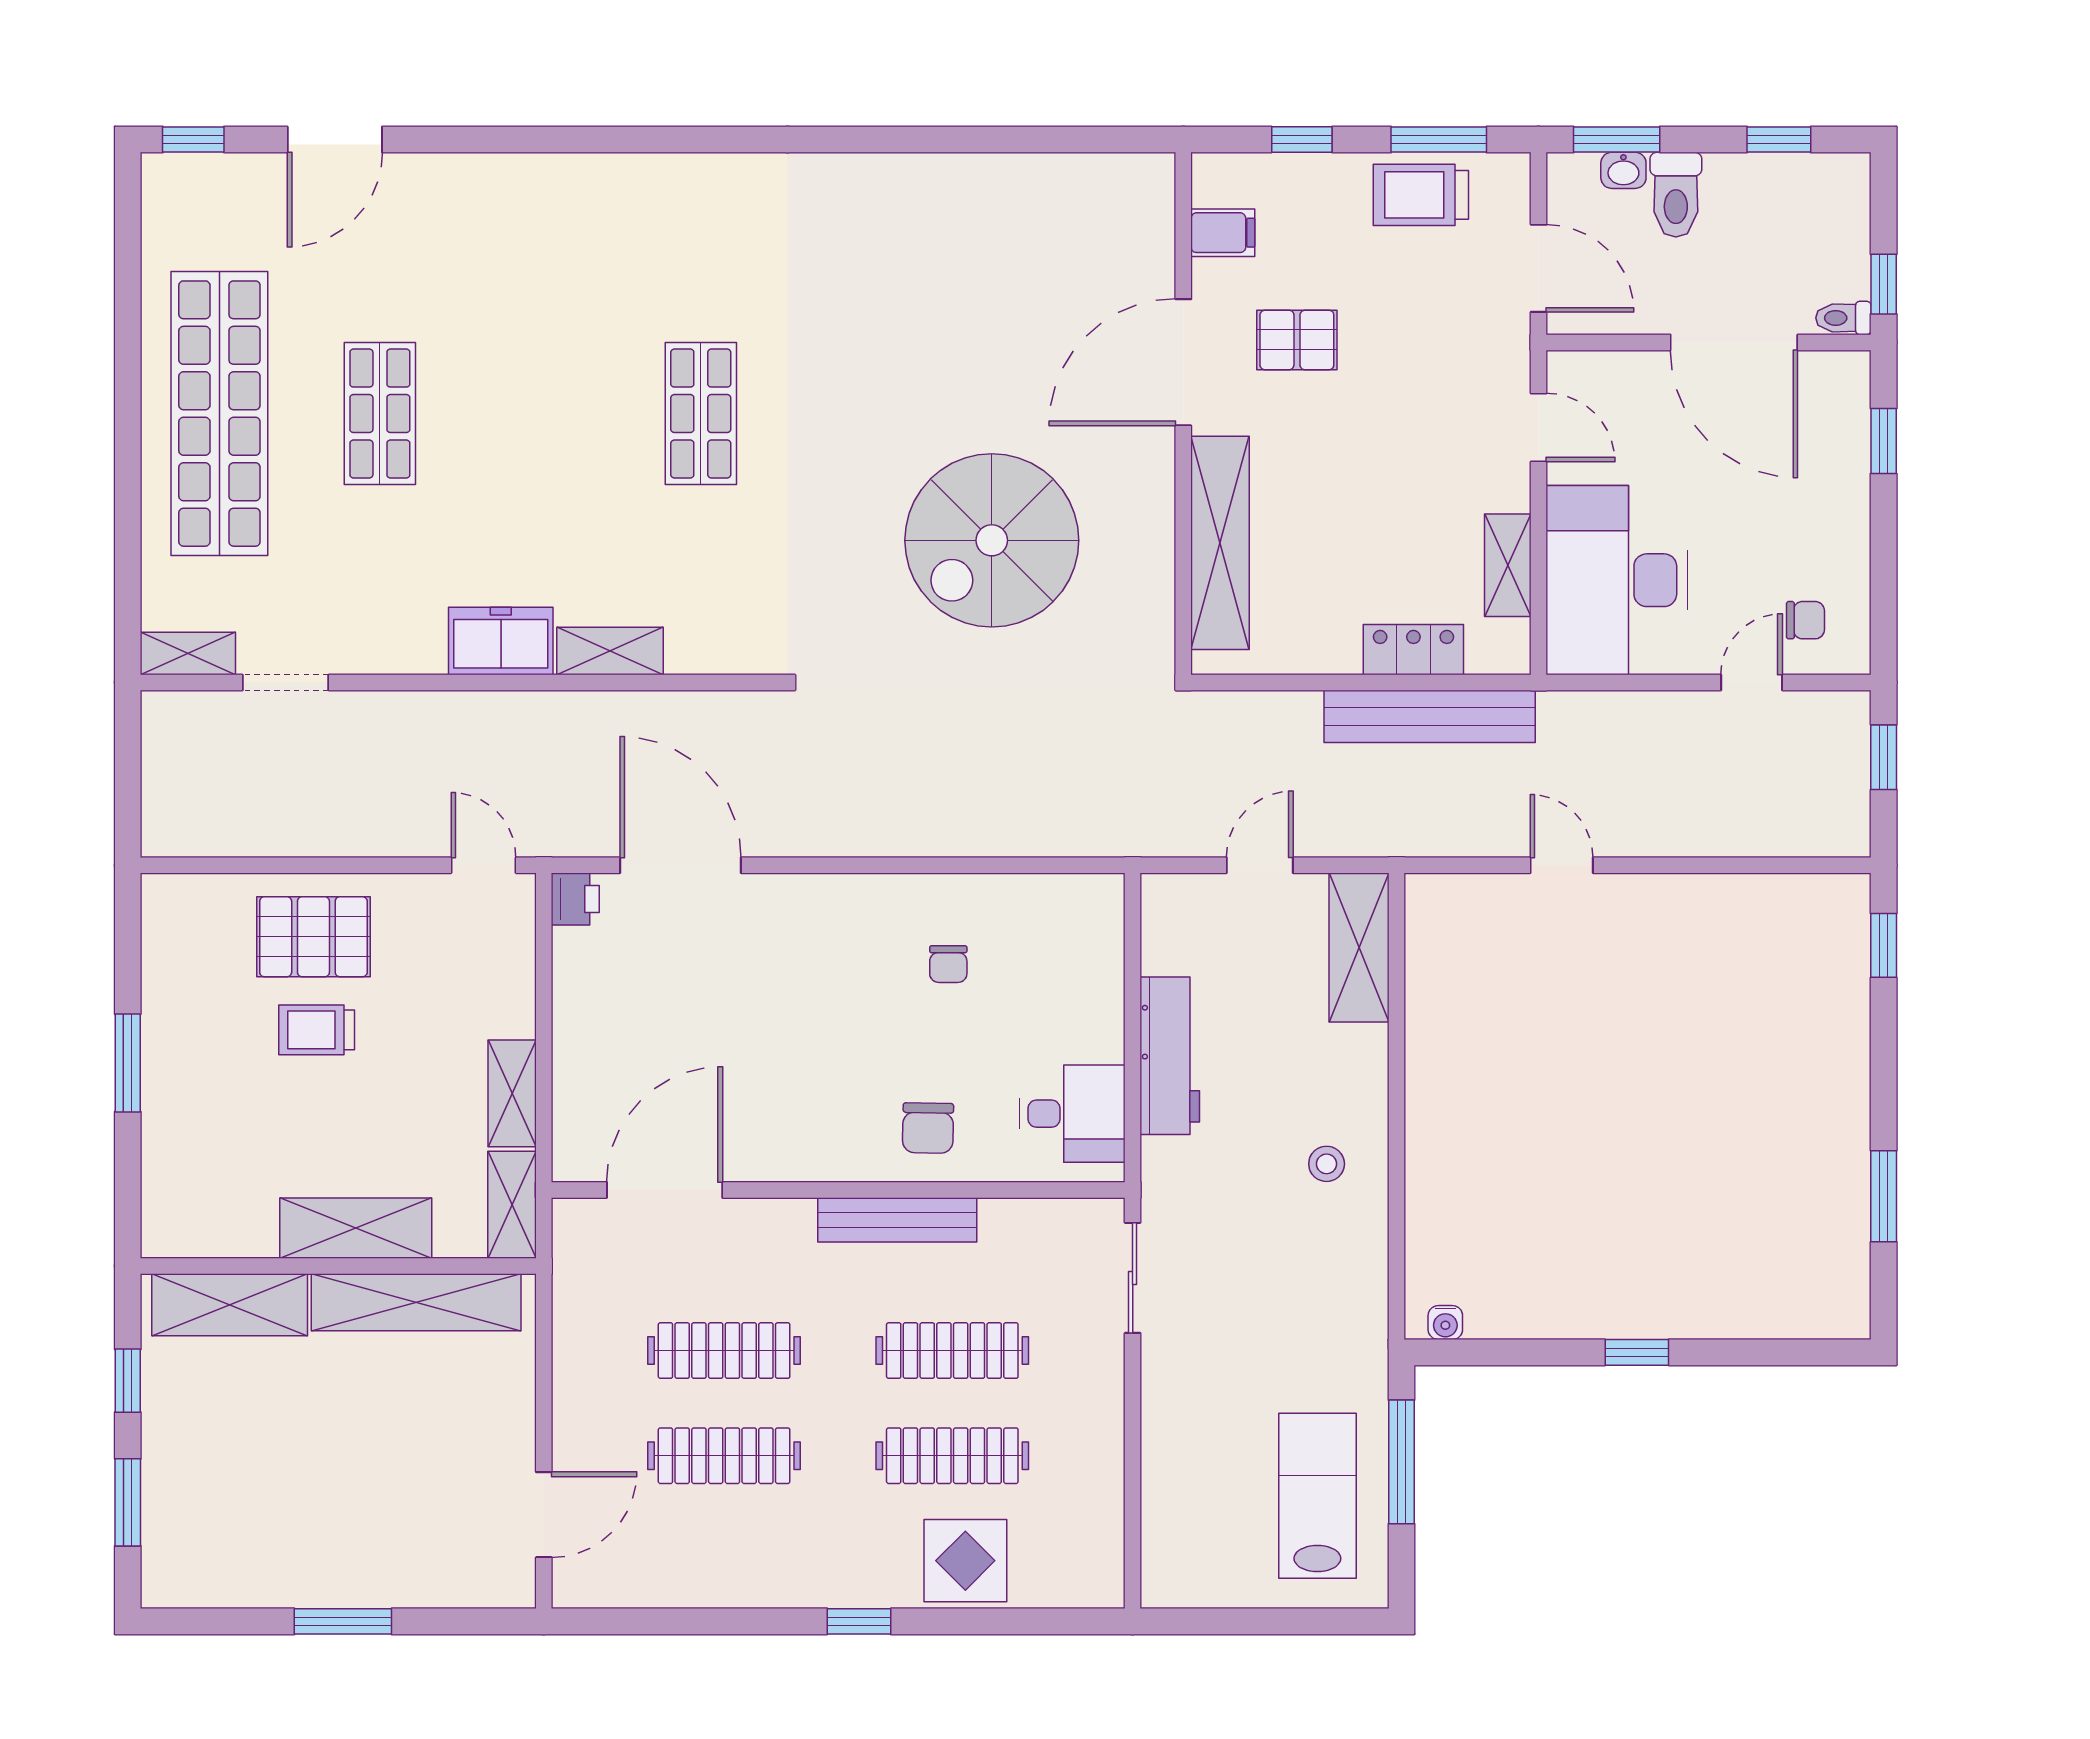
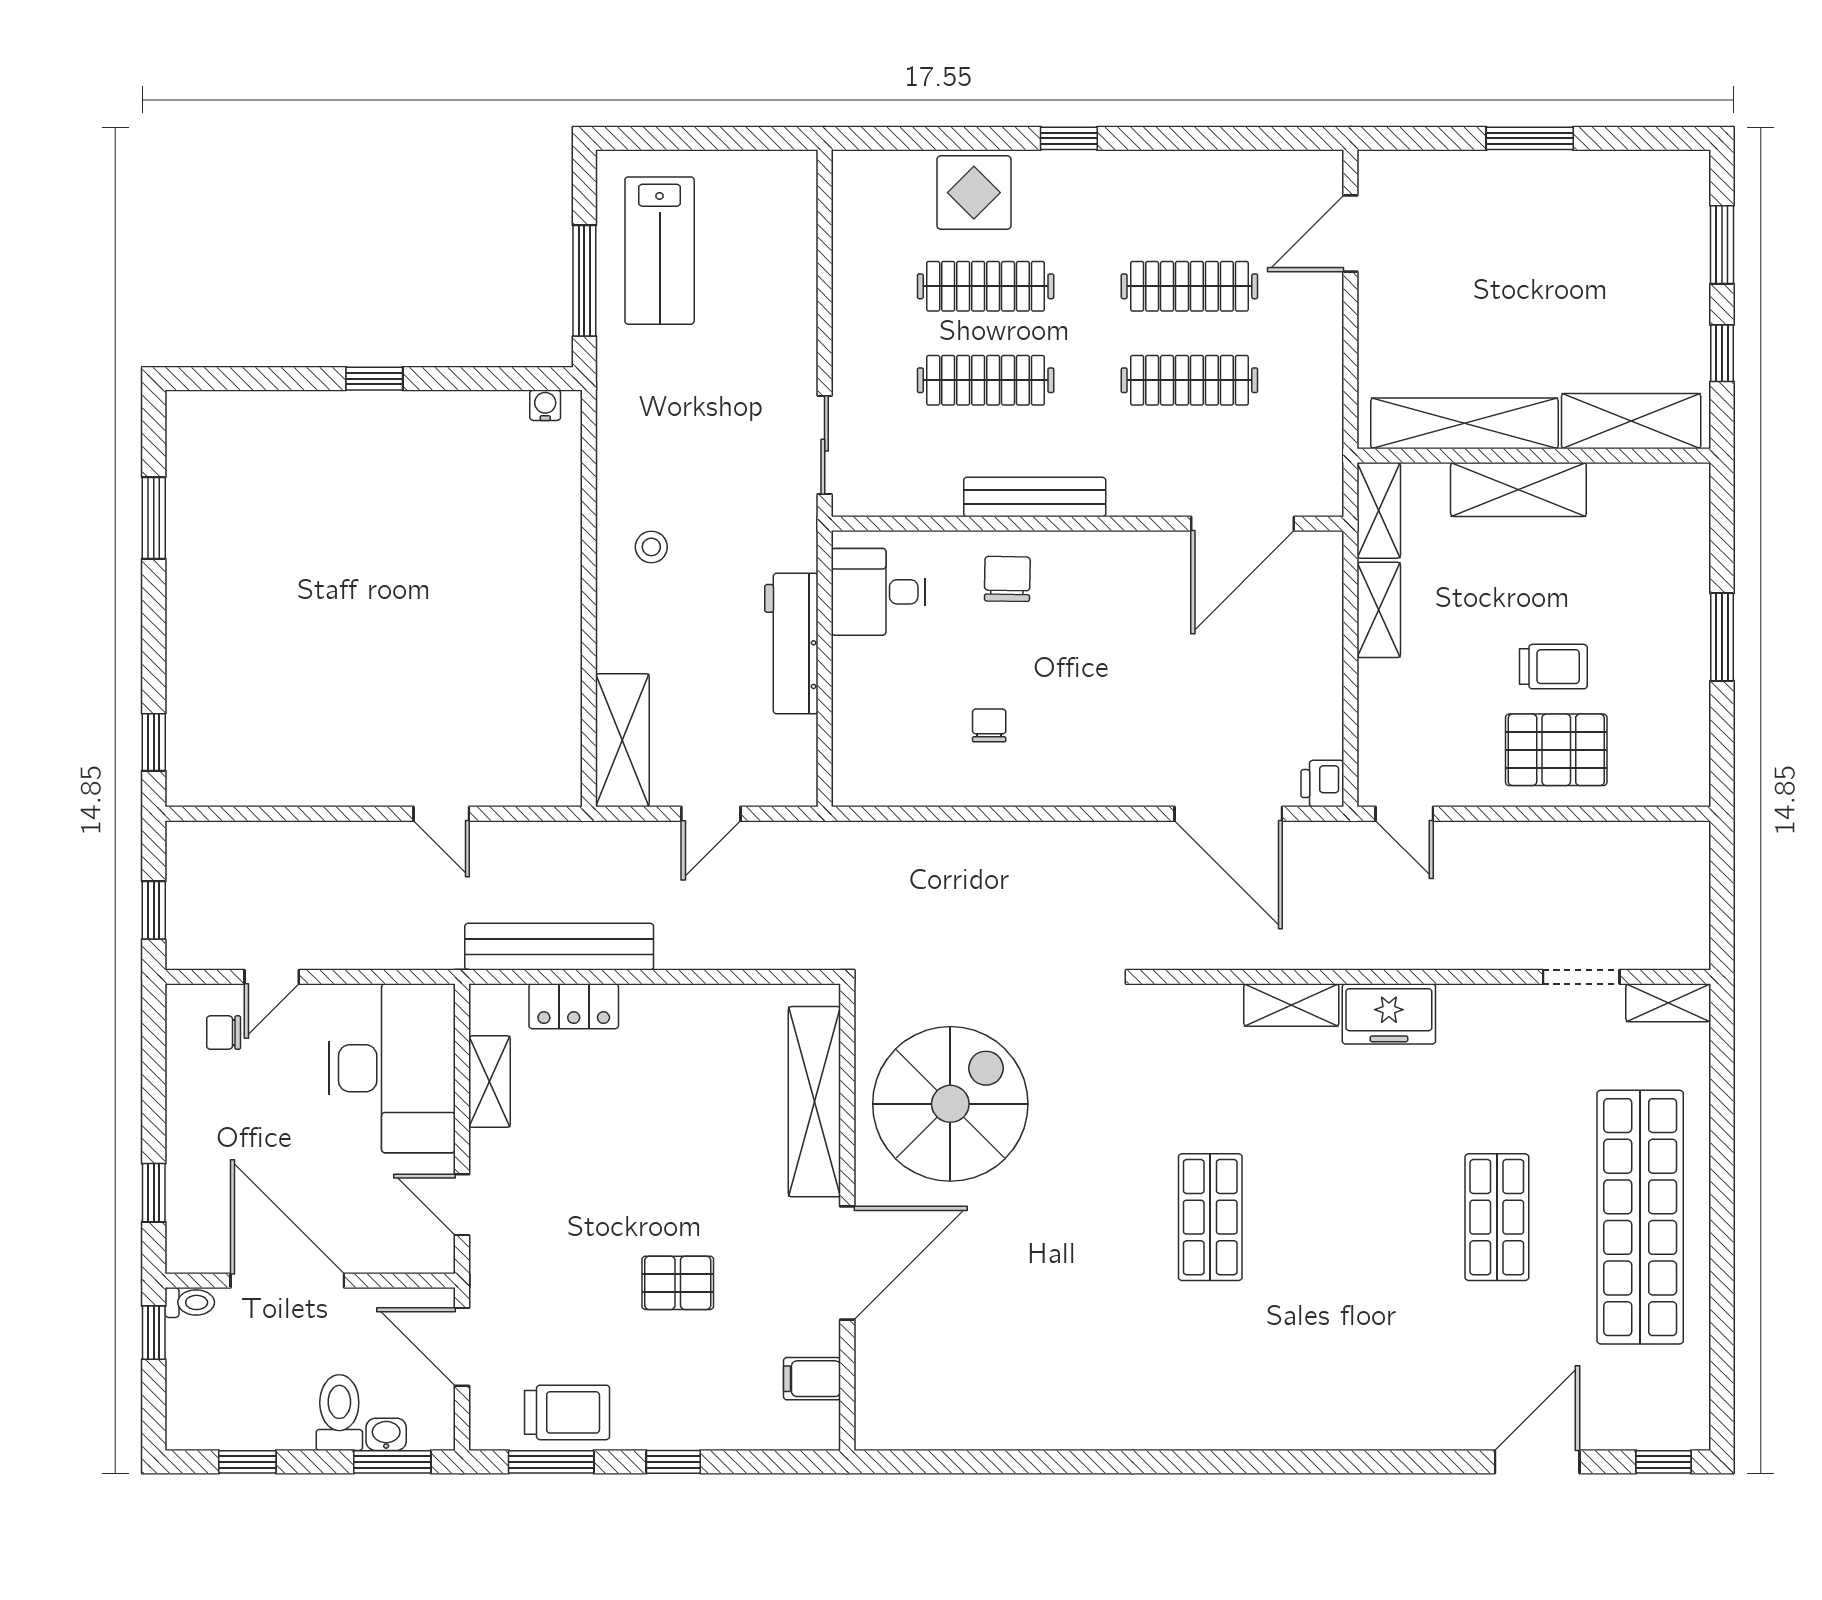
filing cabinet: (1223, 233) -> (812, 1379), moved
door: (1183, 362) -> (847, 1263), moved
wall: (1183, 414) -> (847, 1217), moved
shelving: (1220, 543) -> (814, 1102), moved

